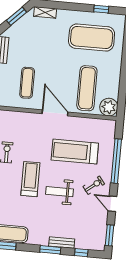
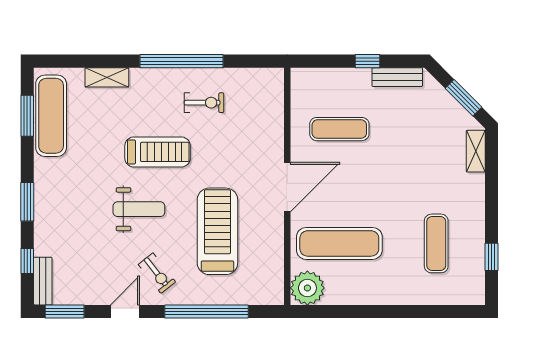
exercise mat: (92, 37) -> (436, 243), width x0.50, depth x0.69
weight bench: (59, 192) -> (139, 209), turned 90
bench: (62, 243) -> (43, 281), moved

